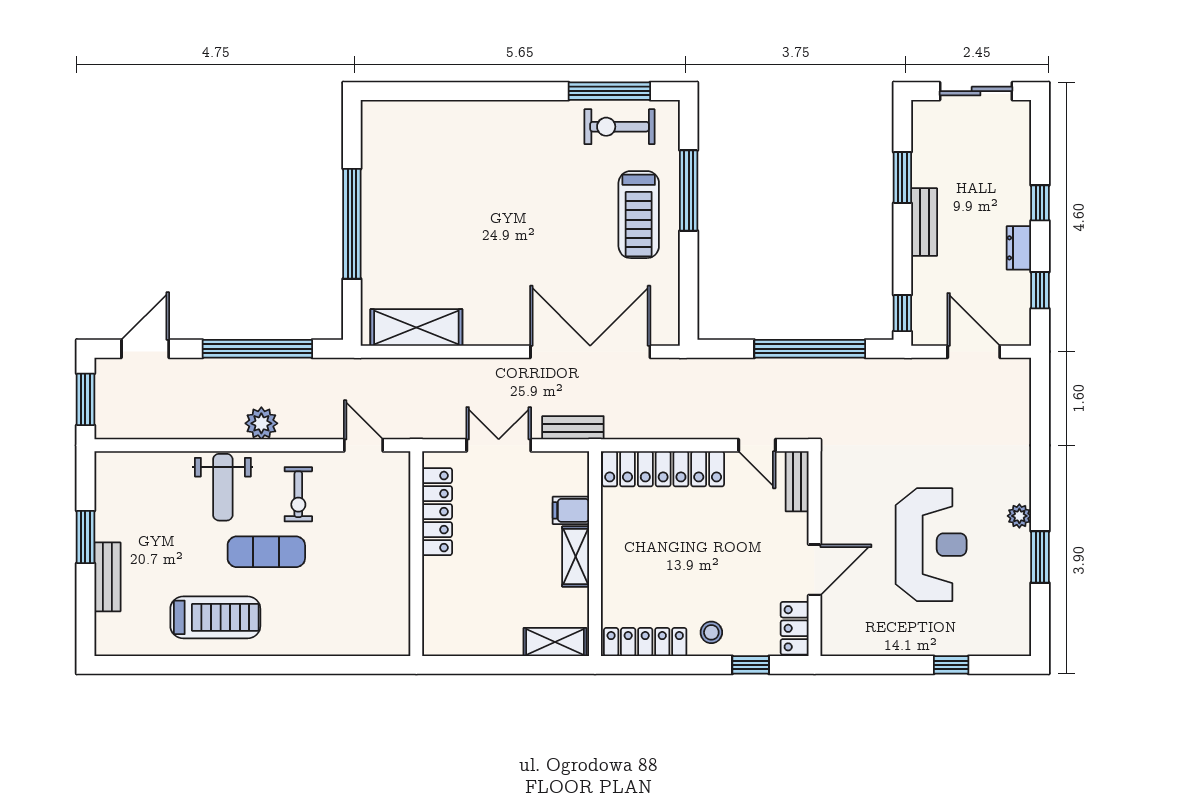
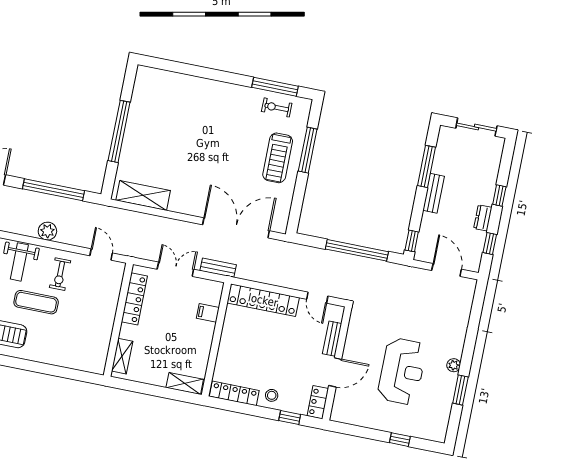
exercise bike: (619, 127) -> (277, 107), width x0.73, depth x0.72
window: (902, 177) -> (427, 166), width x1.44
bench: (797, 481) -> (332, 339), moved
shelving: (576, 556) -> (122, 356), moved

